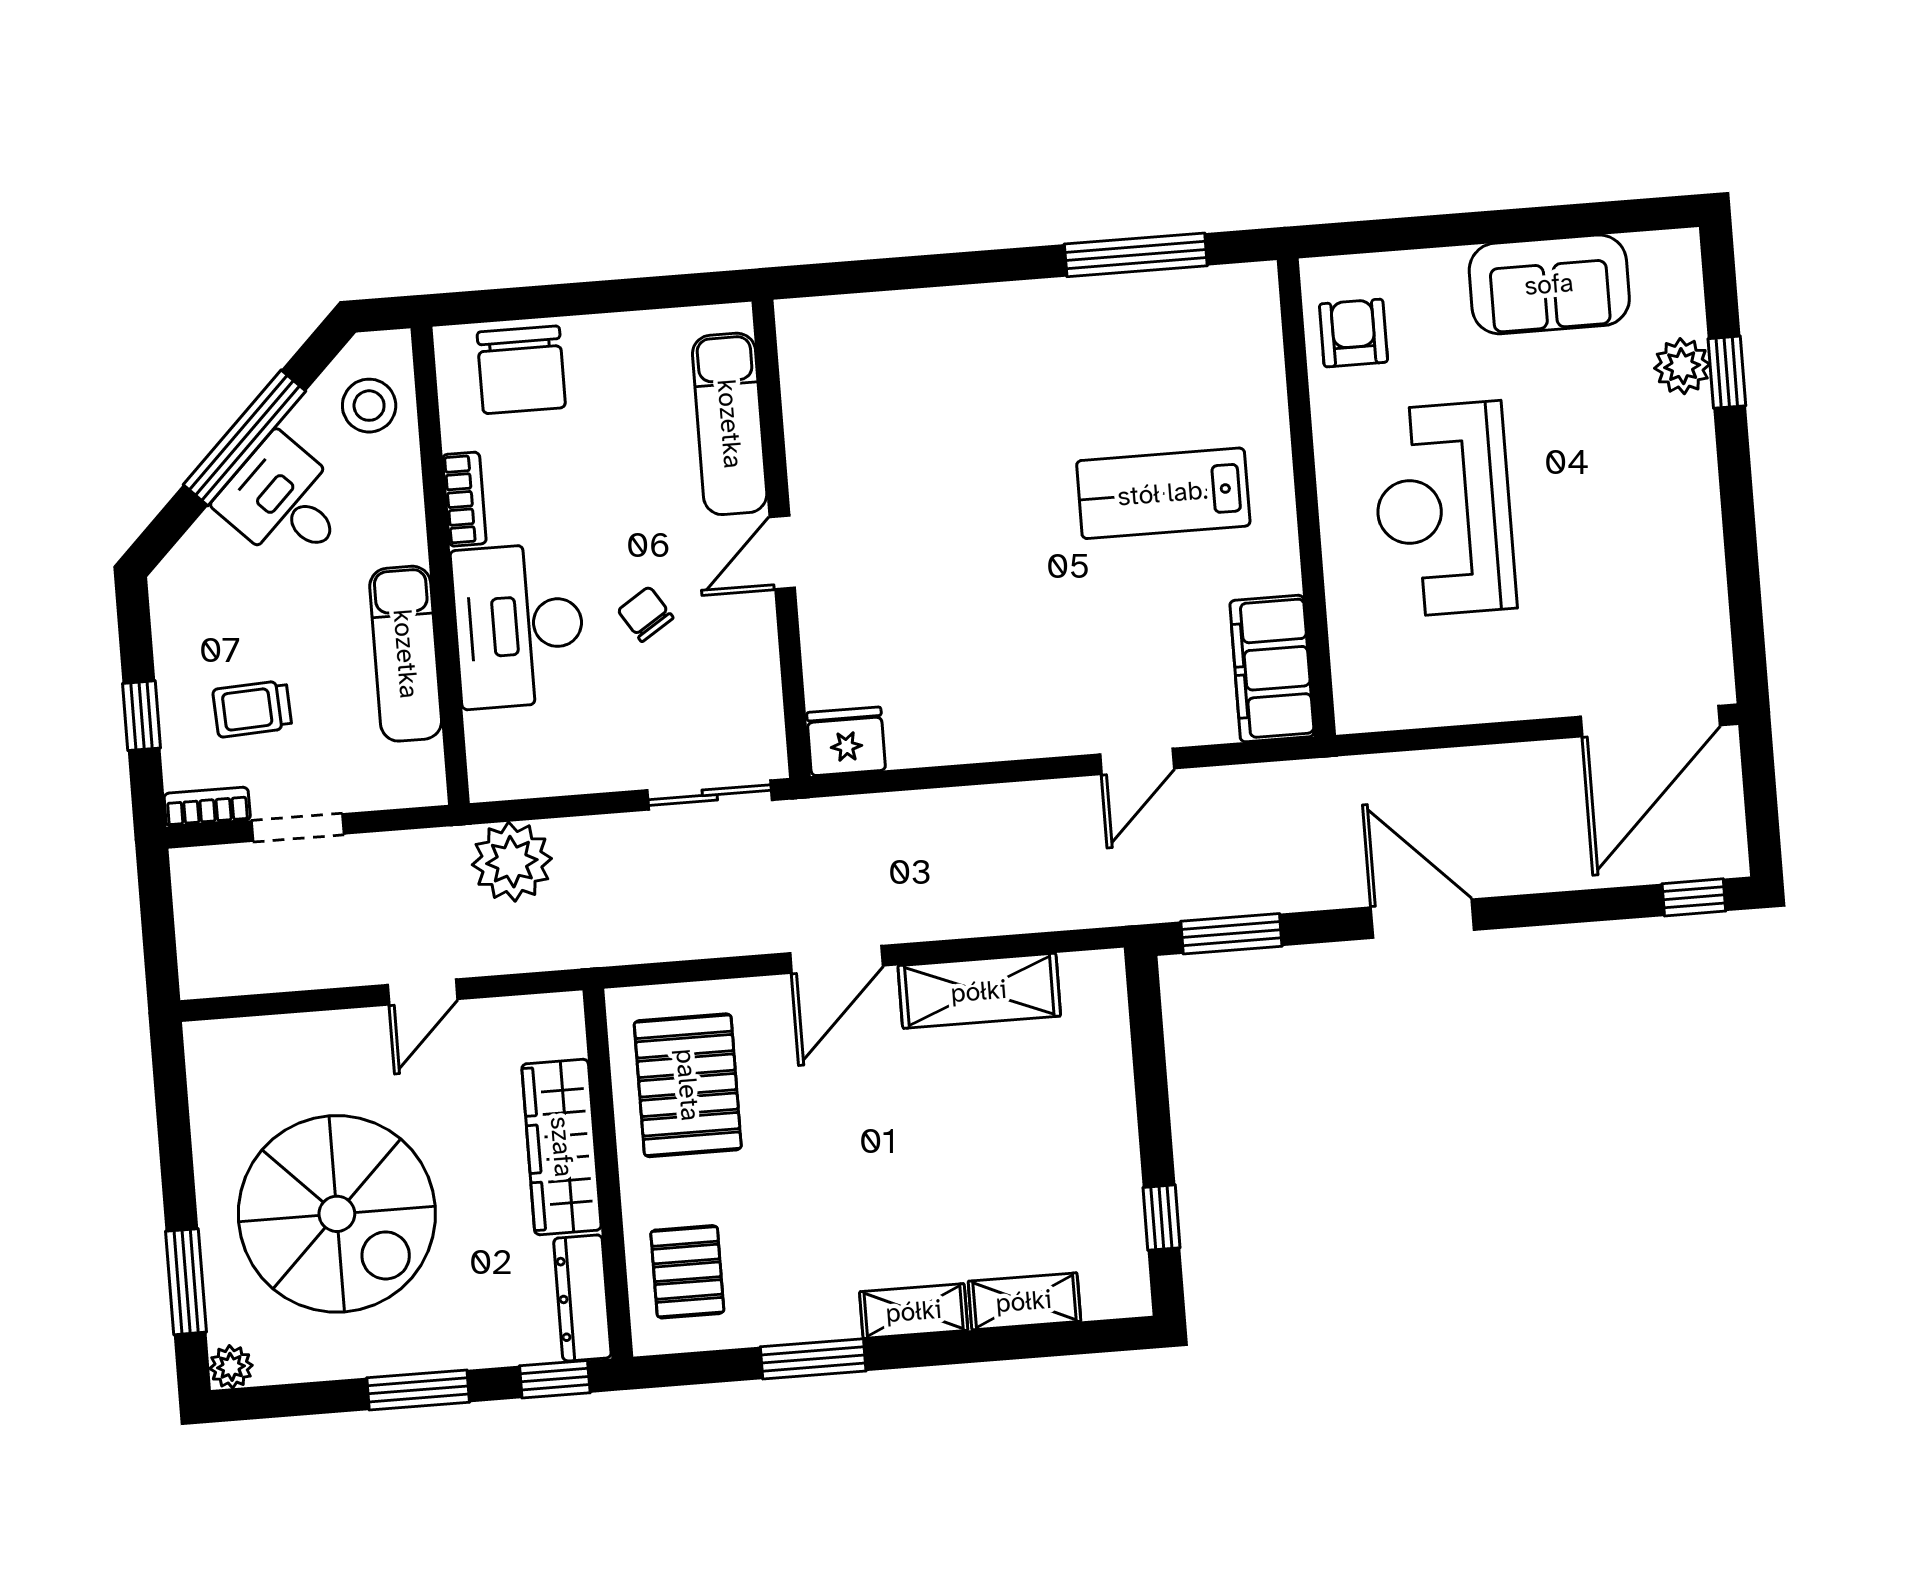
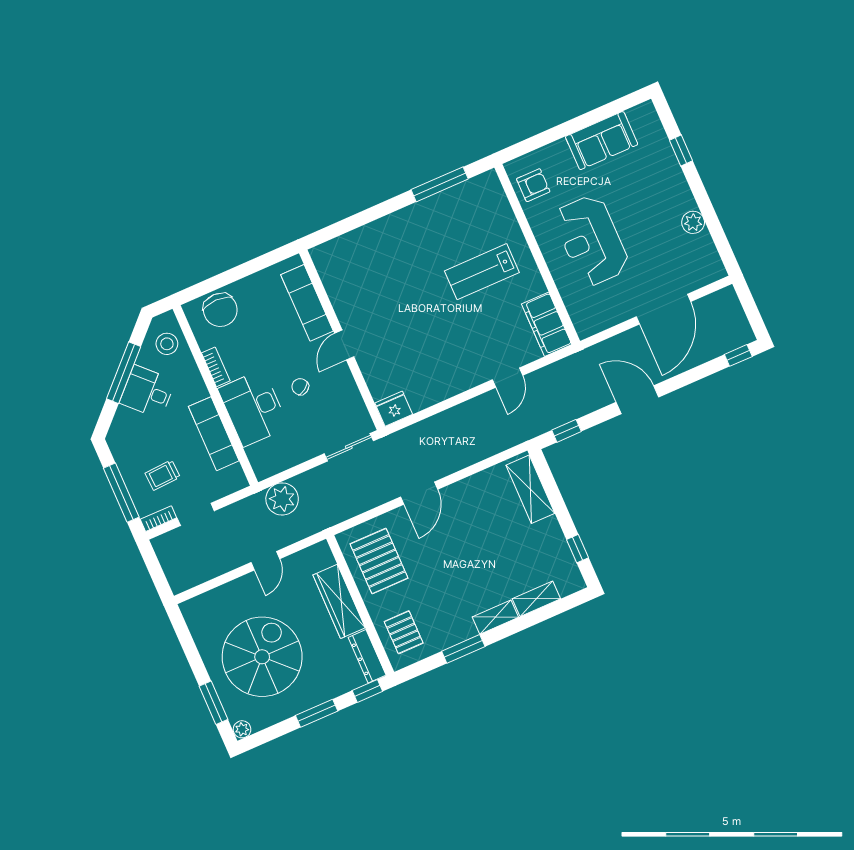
armchair: (1353, 333) -> (533, 185), turned 90
plant: (1682, 366) -> (693, 222), moved
window: (141, 716) -> (121, 493), width x2.17
door: (1650, 721) -> (663, 309), moved
window: (1231, 934) -> (566, 431), width x0.67
shelving: (979, 991) -> (530, 489), moved, turned 90
spiral stairs: (337, 1214) -> (262, 657), turned -90

